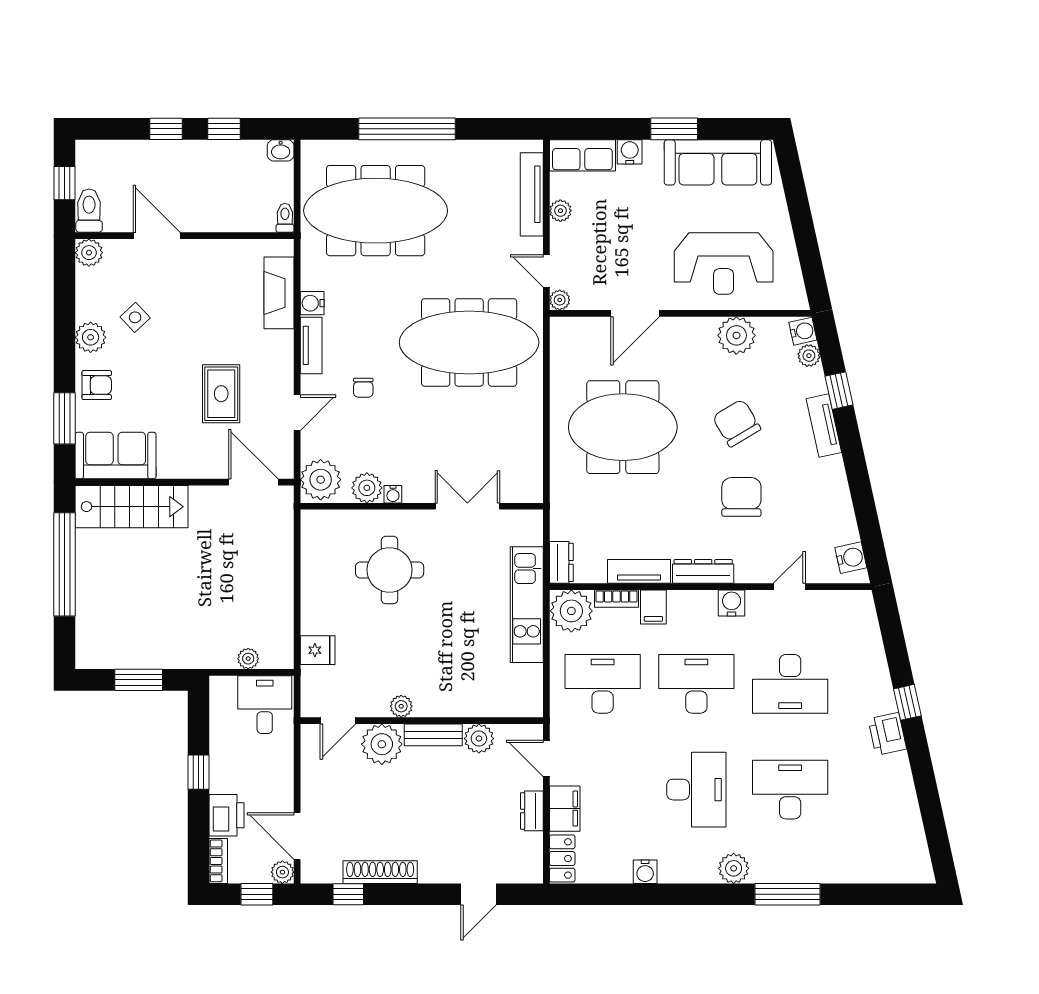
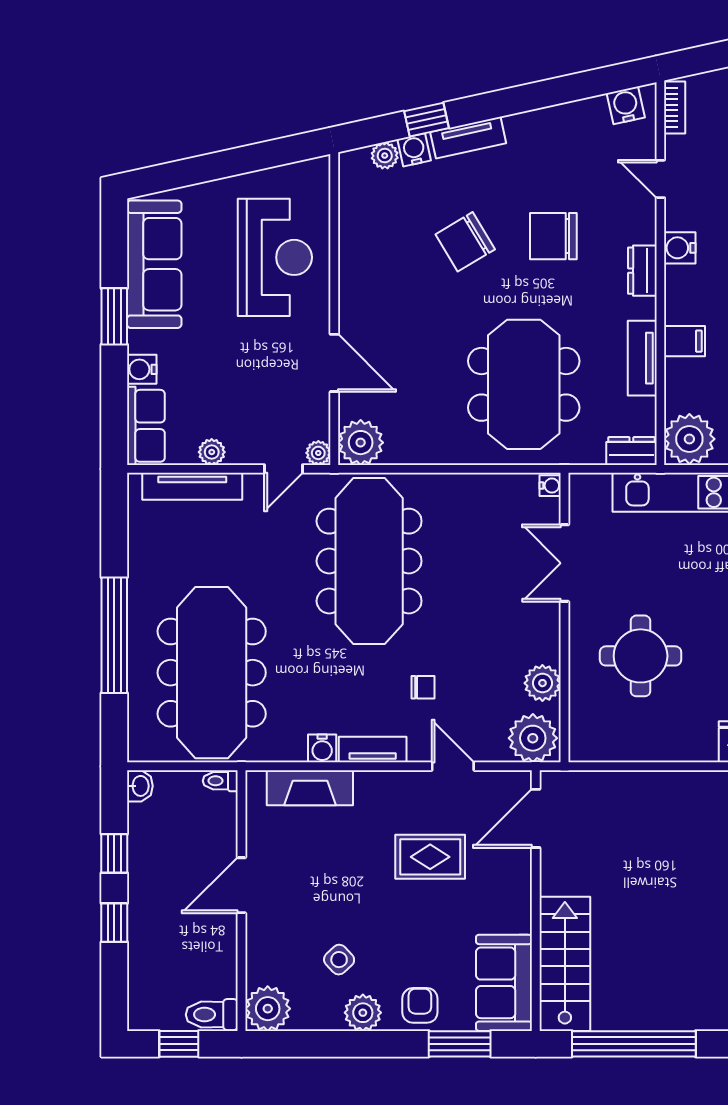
door: (157, 236) -> (242, 885), moved
plant: (89, 253) -> (268, 1009), width x1.36, depth x1.36
water cooler: (803, 331) -> (414, 150), moved
plant: (736, 335) -> (361, 443), moved
meeting table: (623, 427) -> (524, 384), moved
water cooler: (393, 494) -> (550, 486), moved
dresser: (703, 571) -> (642, 271), width x0.70
bookcase: (617, 599) -> (675, 107), moved

